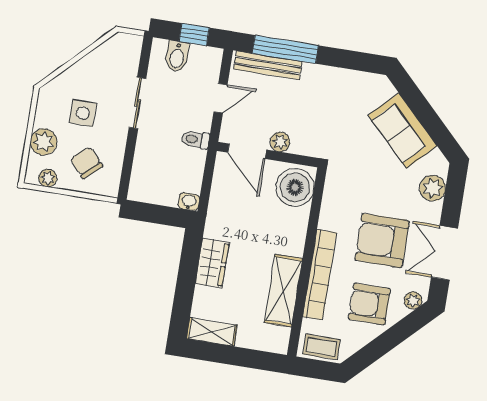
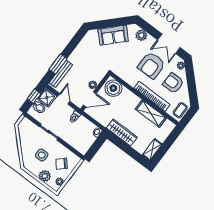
window: (285, 49) -> (58, 64), width x0.69
shower: (205, 62) -> (47, 98), added
wardrobe: (212, 263) -> (122, 132), width x1.50
armchair: (369, 304) -> (173, 83), turned 90

